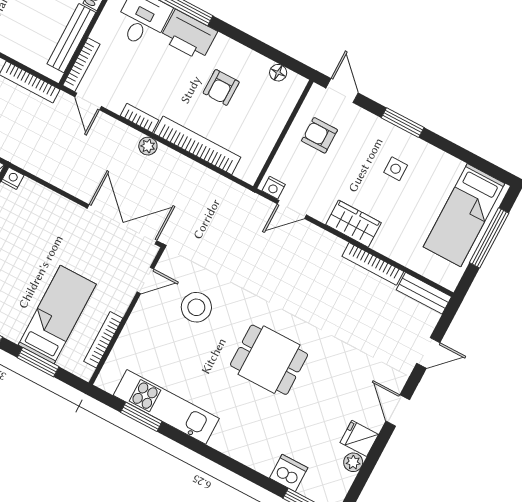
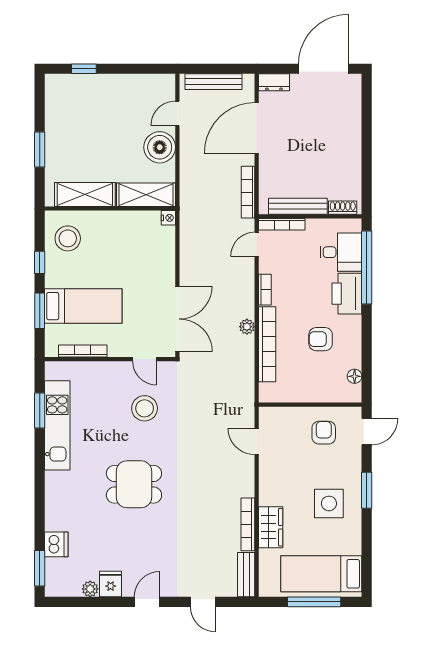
plant: (148, 146) -> (247, 327), moved
side table: (396, 169) -> (329, 503), width x1.87, depth x1.87
nightstand: (274, 188) -> (266, 419), removed
wardrobe: (353, 224) -> (271, 527), moved
dining table: (269, 360) -> (134, 484), turned 90

